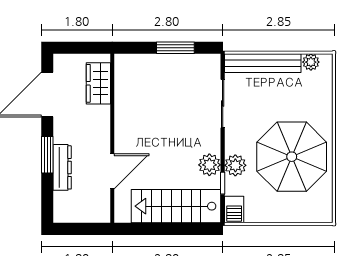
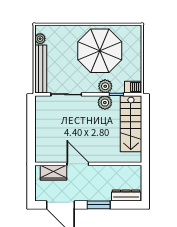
window: (175, 48) -> (31, 124), removed
dresser: (62, 167) -> (126, 195), moved
door: (112, 171) -> (78, 164), moved

